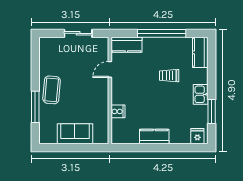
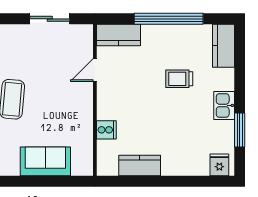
kitchen counter: (154, 137) -> (140, 166), moved

